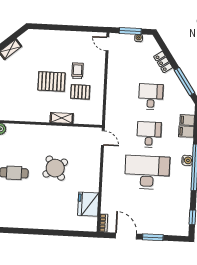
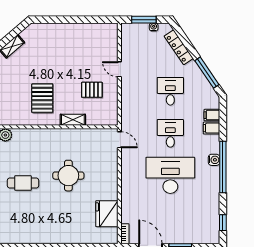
door: (107, 44) -> (119, 69), moved
locker: (163, 62) -> (179, 47), width x1.53
trolley: (77, 71) -> (88, 67), removed
pallet: (51, 81) -> (42, 98), moved, turned 90
round table: (55, 168) -> (68, 176), turned 36

